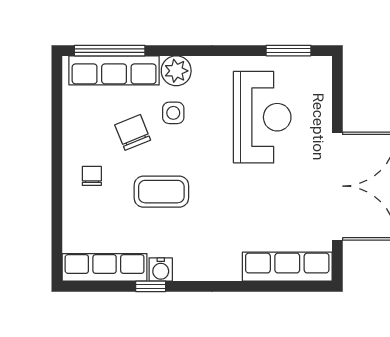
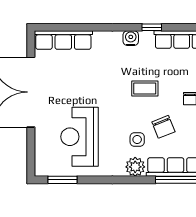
coffee table: (161, 192) -> (145, 89), width x0.73, depth x0.77
water cooler: (161, 269) -> (131, 38), moved

